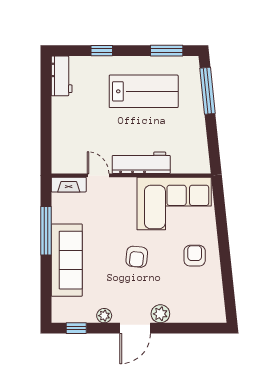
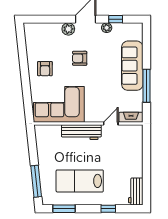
door: (98, 175) -> (111, 124), swing flipped
armchair: (137, 257) -> (80, 58), moved, turned -96
window: (76, 328) -> (116, 19), moved

